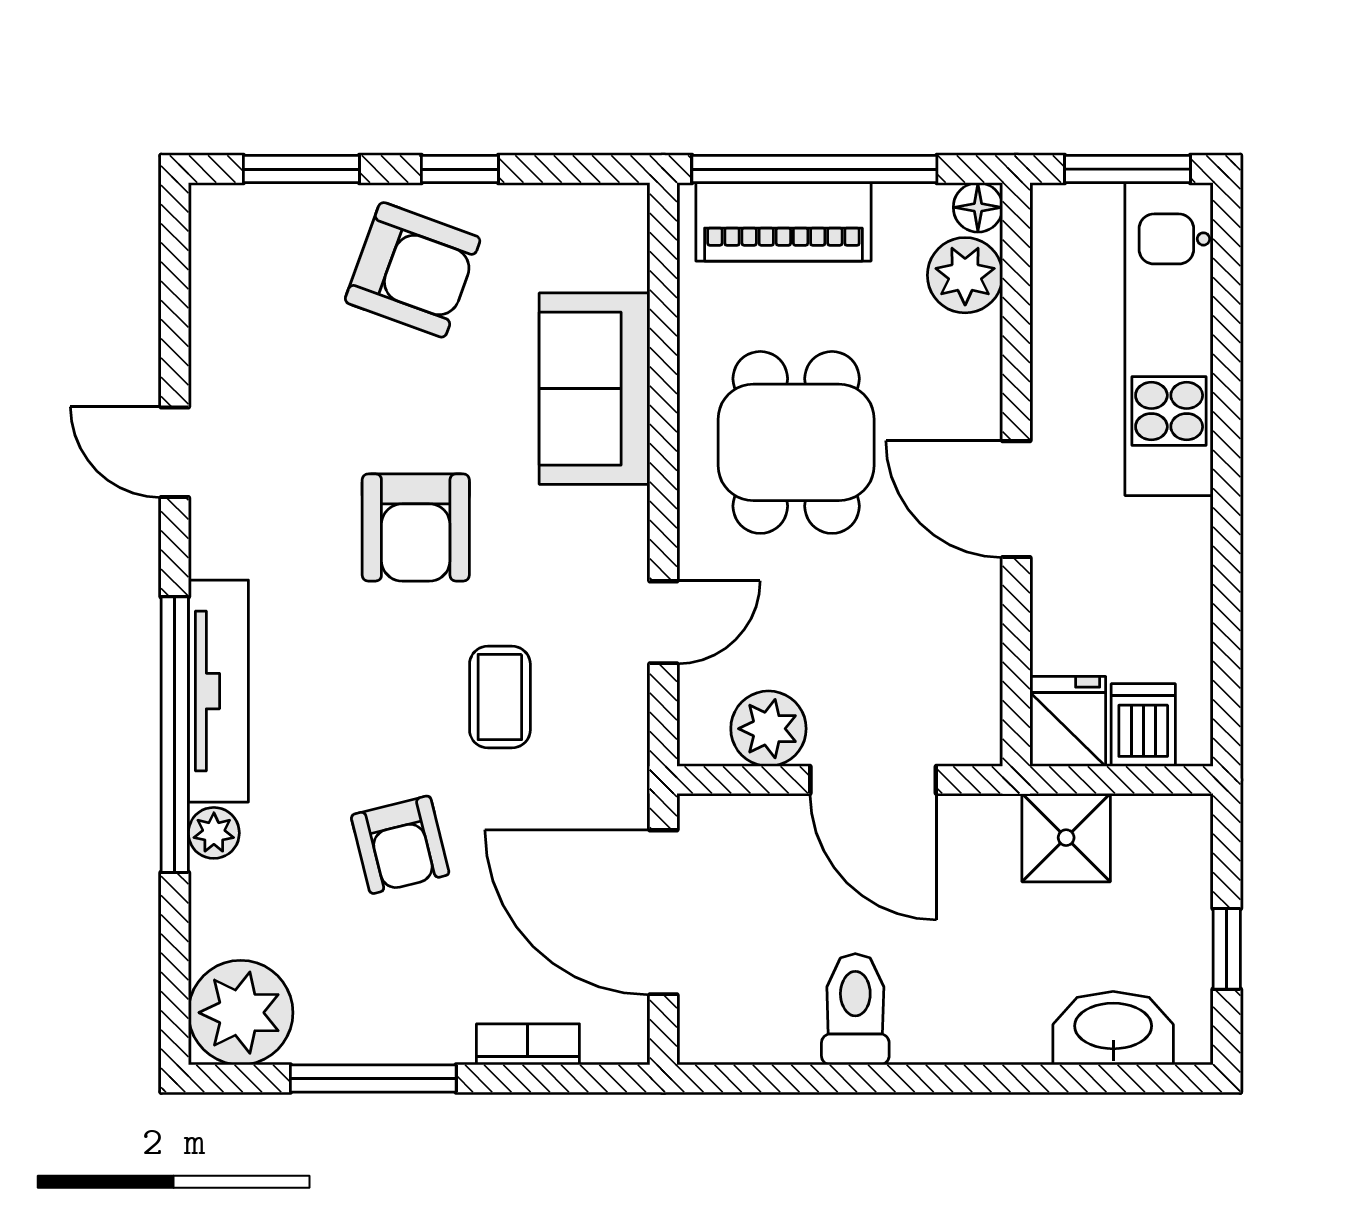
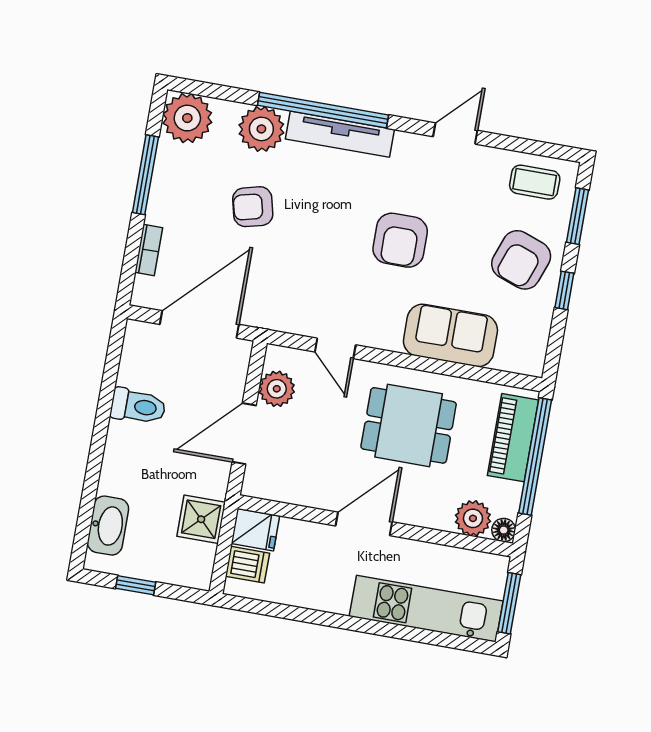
armchair: (416, 527) -> (400, 240), turned -90
coffee table: (500, 697) -> (535, 182), moved
plant: (214, 833) -> (261, 129), width x1.87, depth x1.87

